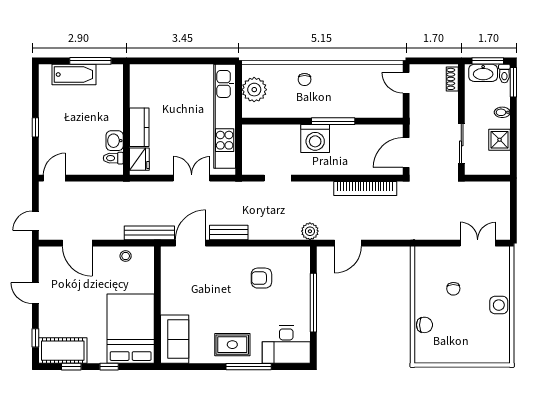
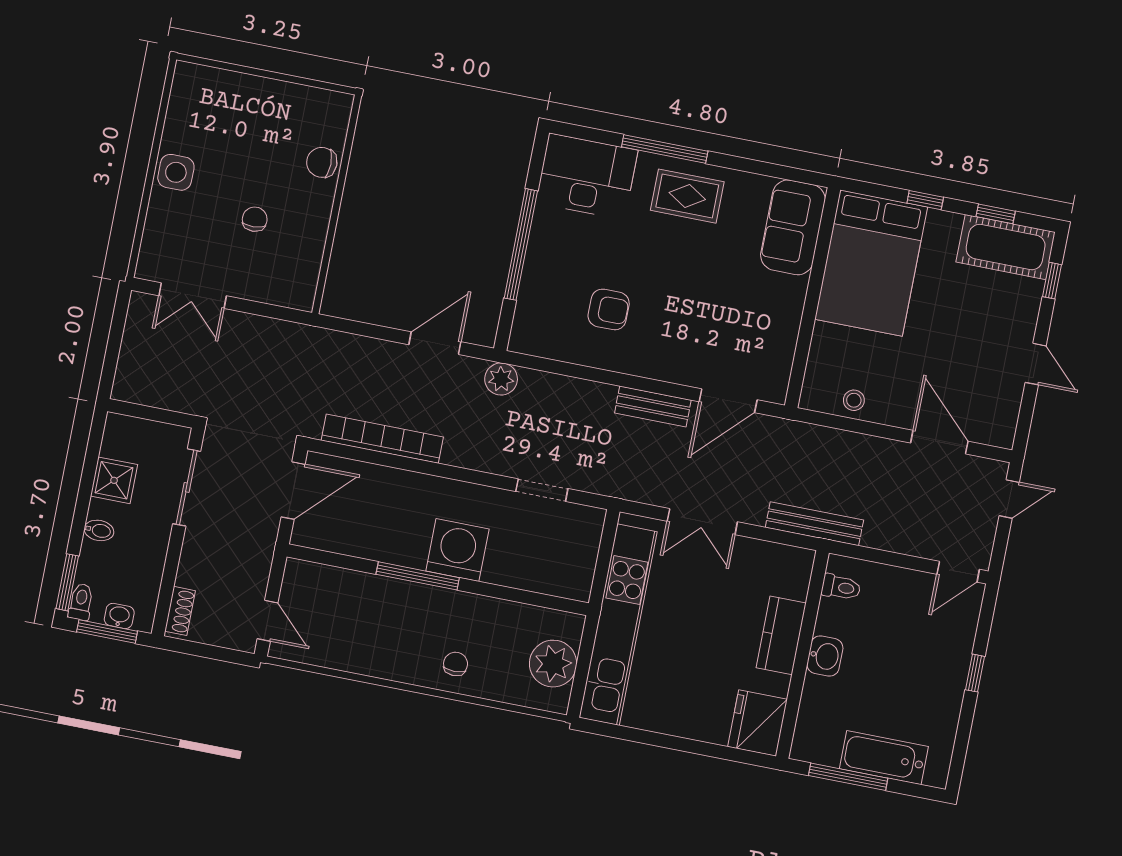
washbasin: (483, 73) -> (119, 616), width x0.52, depth x0.69
washbasin: (115, 141) -> (825, 656), moved
fridge: (139, 159) -> (757, 723), moved, width x1.36, depth x1.34
bench: (149, 233) -> (814, 524), moved

